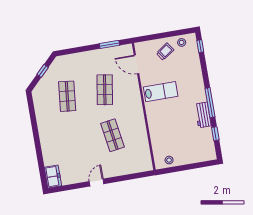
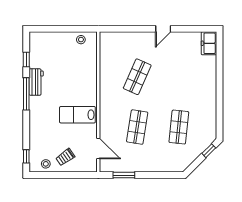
window: (43, 71) -> (209, 151), moved
shop shelf: (113, 135) -> (137, 77), turned 33

